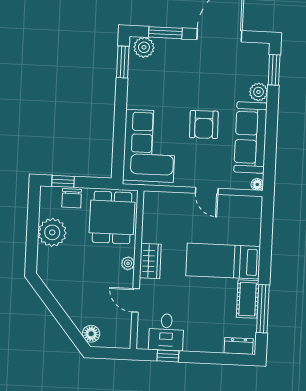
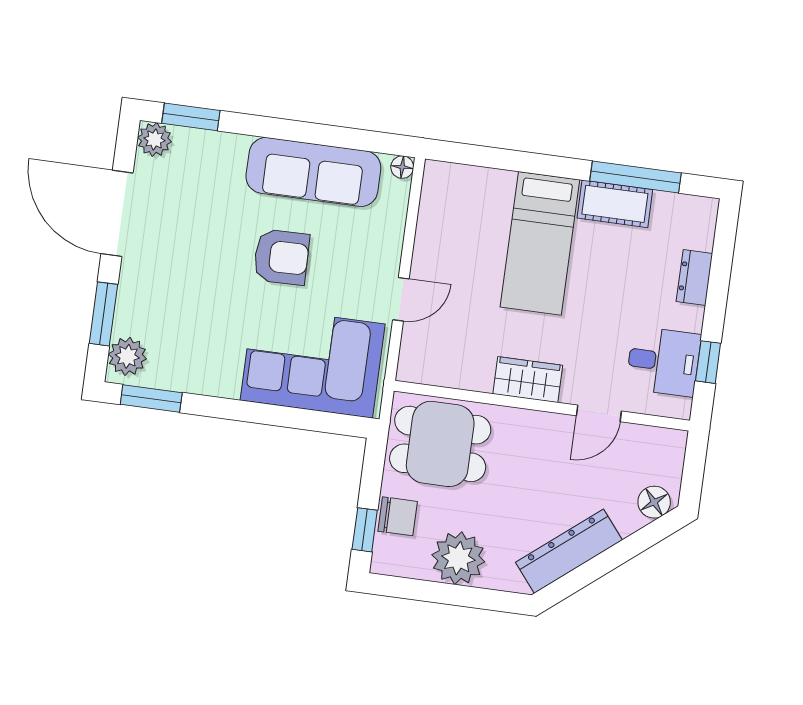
plant: (258, 92) -> (155, 139), moved
door: (207, 191) -> (401, 299), moved
plant: (128, 263) -> (529, 422), removed
dresser: (61, 291) -> (569, 551), added
dresser: (239, 346) -> (694, 277), moved

